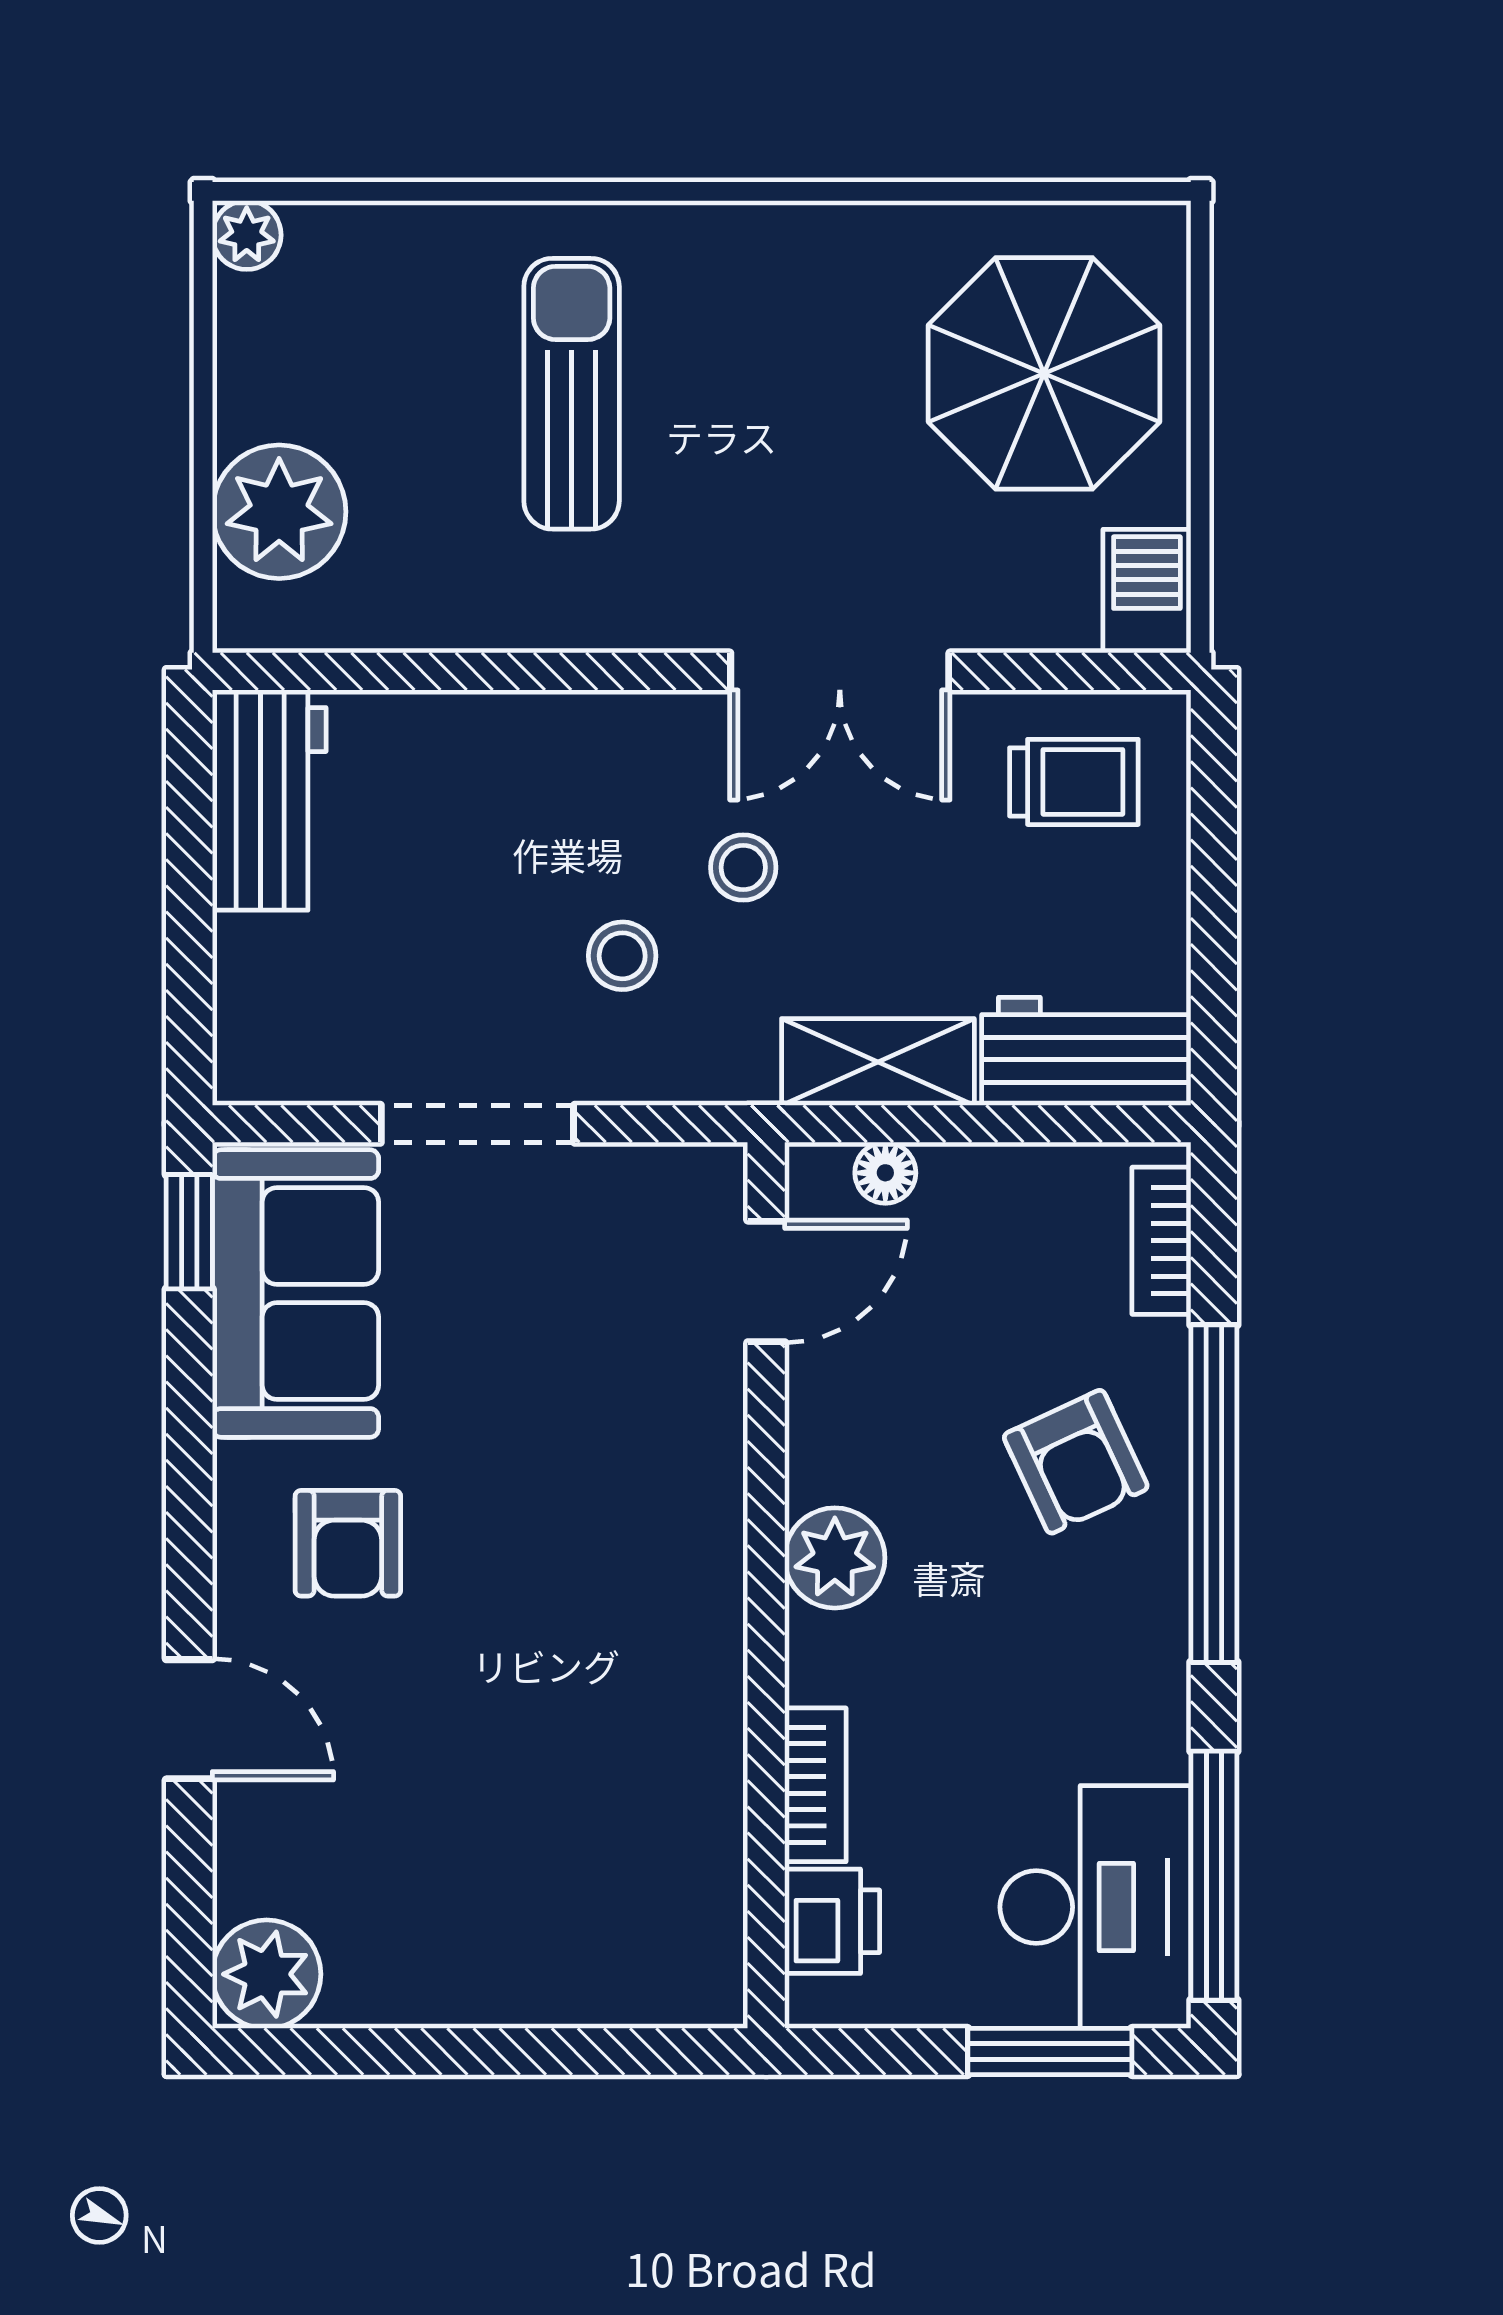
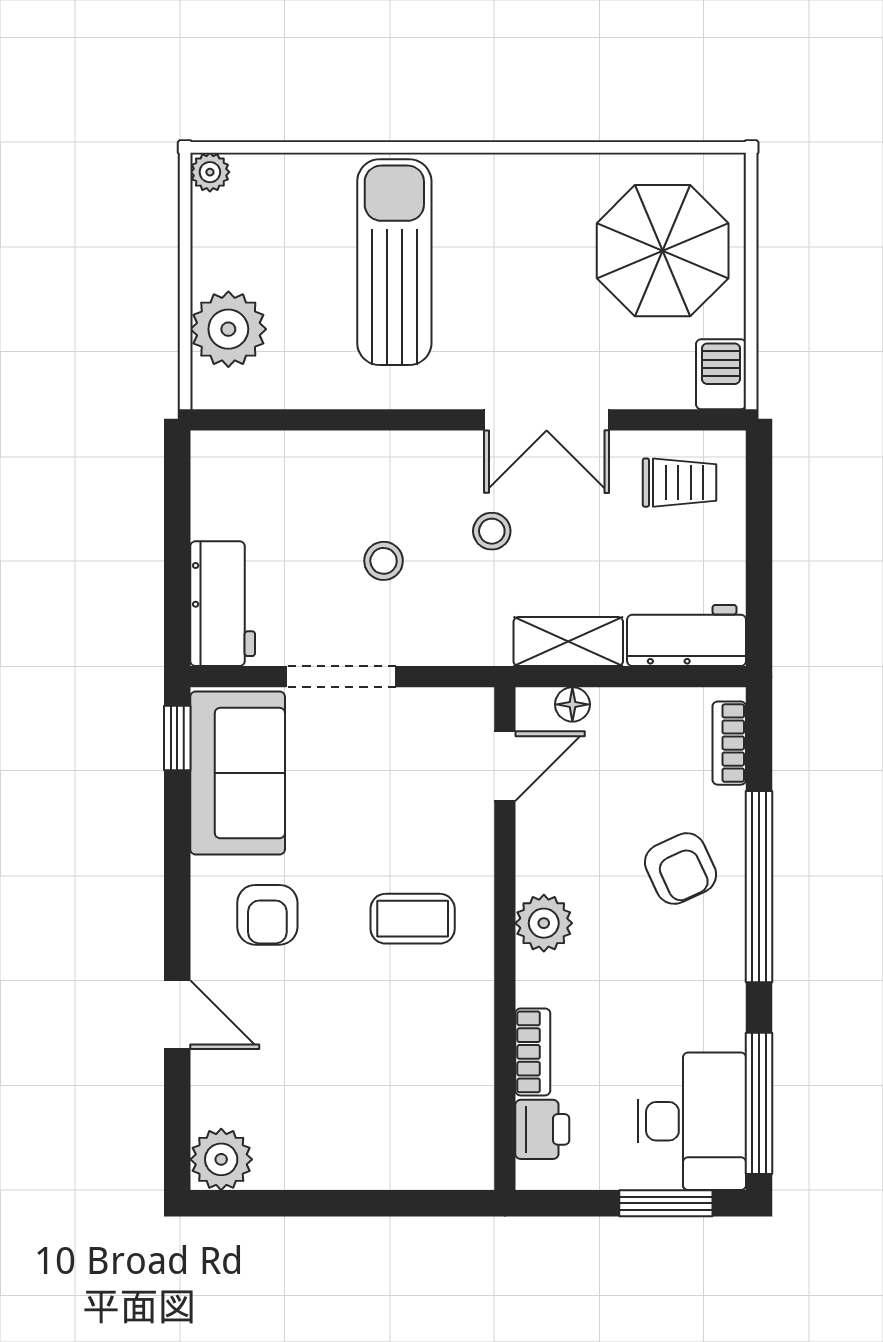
sun lounger: (572, 394) -> (394, 262), width x1.36, depth x1.34
workbench: (269, 800) -> (223, 604), moved
stool: (622, 956) -> (384, 561), moved
coffee table: (604, 1550) -> (413, 919), added

